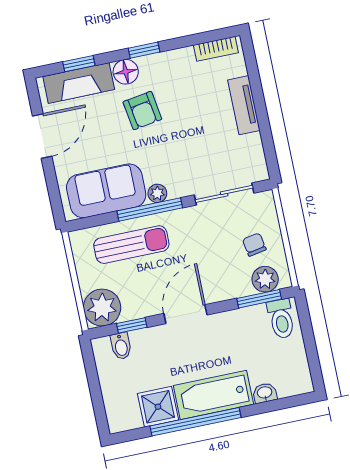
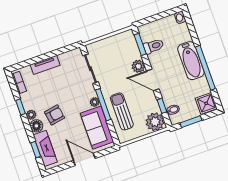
window: (144, 50) -> (20, 107), moved
plant: (149, 64) -> (31, 115), added
door: (42, 136) -> (84, 159), moved
chair: (254, 245) -> (114, 50), removed
plant: (265, 279) -> (138, 66), moved
toilet: (281, 319) -> (154, 46), moved
window: (93, 379) -> (191, 122), added
washbasin: (265, 393) -> (180, 17), moved
shower: (158, 407) -> (206, 103), moved

